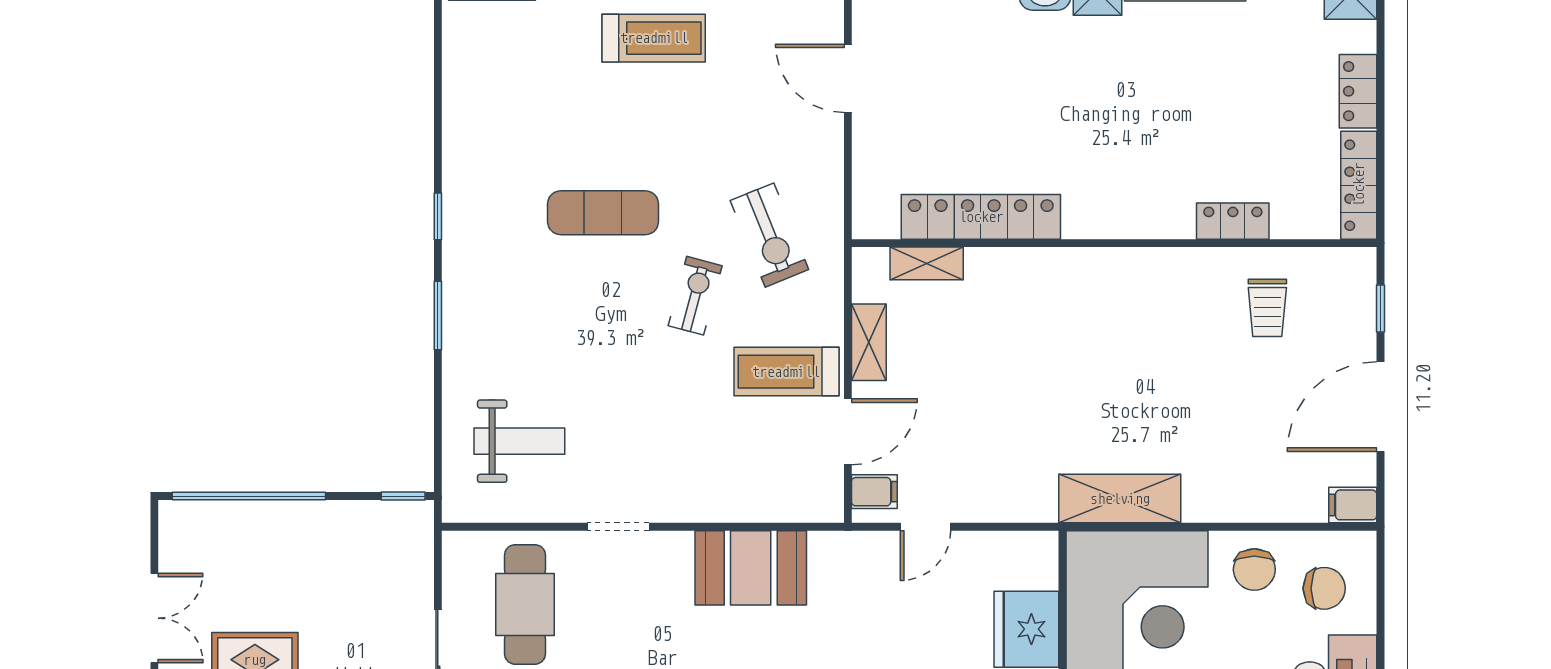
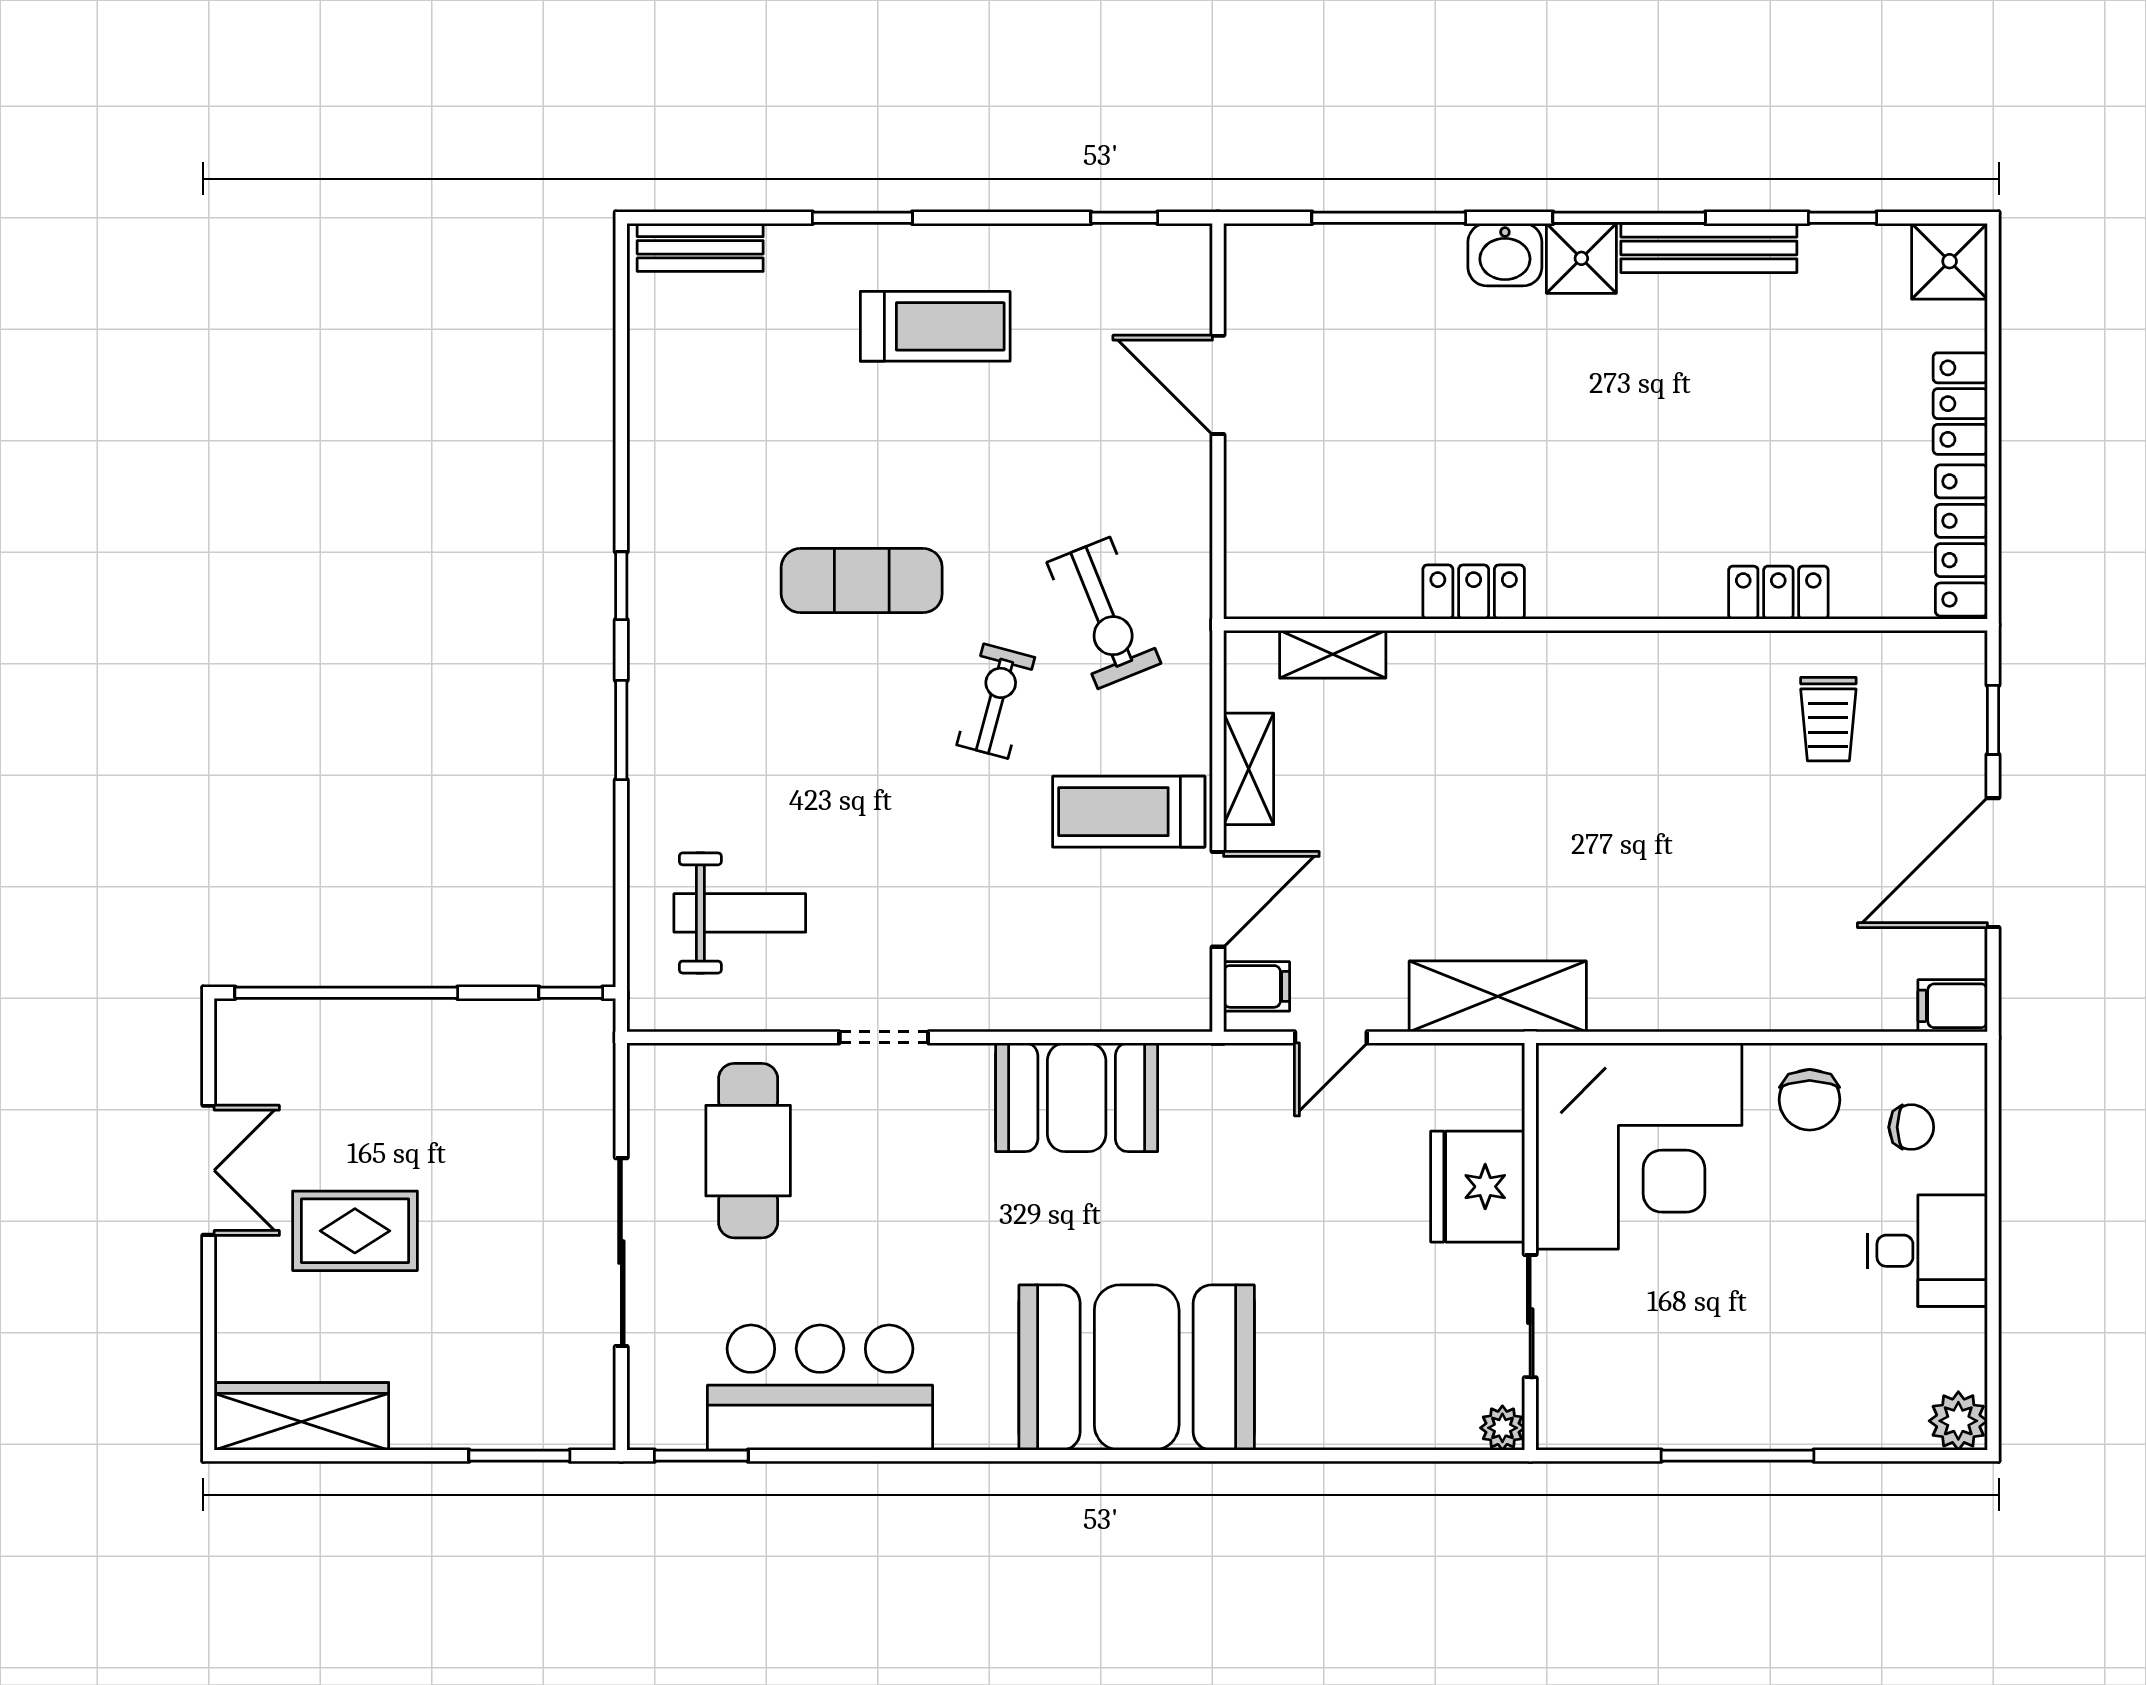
locker: (981, 217) -> (1474, 592), width x0.46, depth x0.83
shelving: (1120, 499) -> (1498, 996), moved
chair: (1324, 588) -> (1911, 1127), width x0.73, depth x0.73

